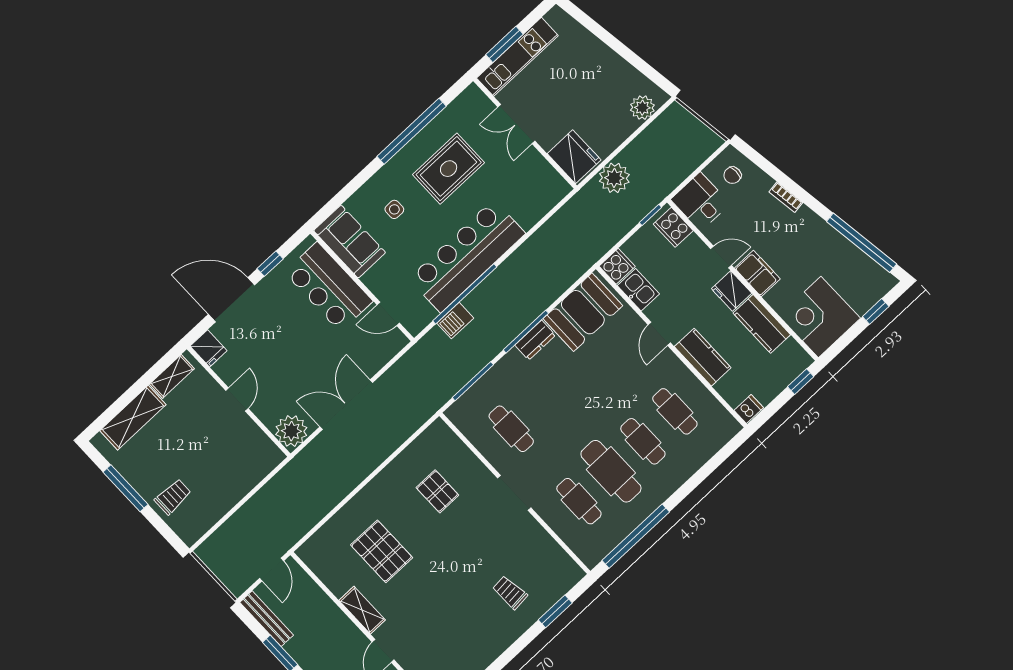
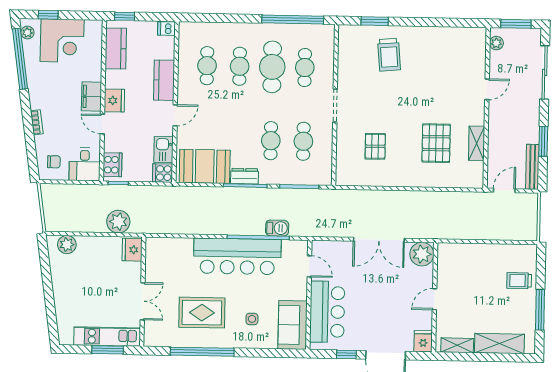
fridge: (574, 157) -> (132, 250), width x0.73, depth x0.75
plant: (879, 275) -> (27, 32), added
corner desk: (820, 317) -> (62, 41), moved
kitchen counter: (762, 324) -> (116, 49), moved
cafe table: (543, 399) -> (271, 141), added
trolley: (510, 592) -> (389, 55), width x1.36, depth x1.39
shelving: (362, 610) -> (477, 143), moved

